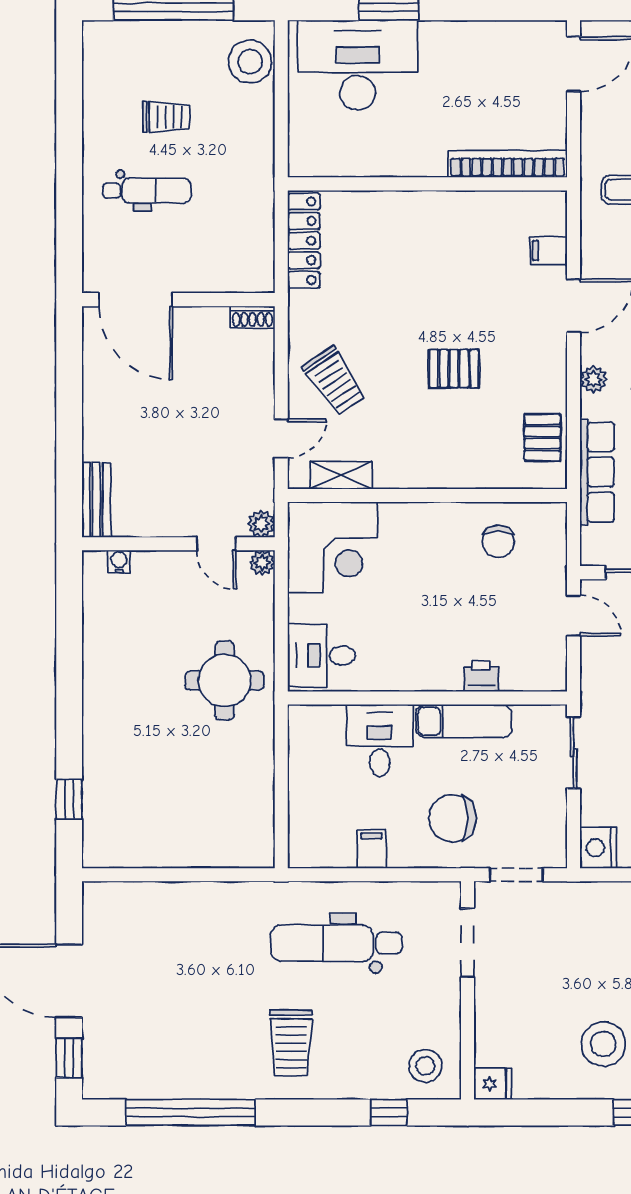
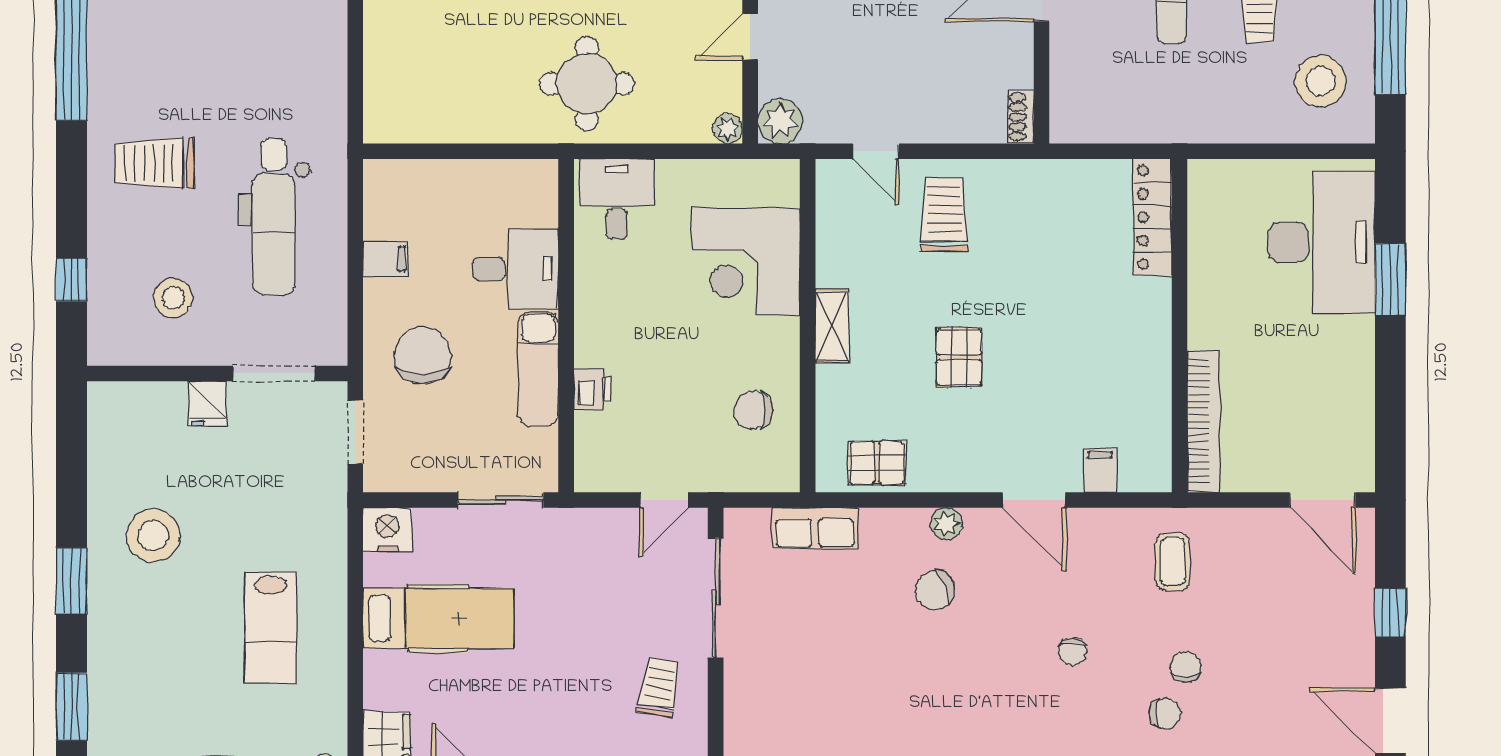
stool: (250, 62) -> (1321, 81), moved
locker: (304, 241) -> (1152, 217), moved, turned 90
trolley: (335, 381) -> (944, 215), turned 124
row of seats: (597, 472) -> (815, 528), width x0.68
shelving: (341, 475) -> (832, 326), moved
plant: (261, 524) -> (780, 121), width x1.38, depth x1.38
door: (216, 544) -> (750, 37), moved
corner desk: (333, 547) -> (746, 262), moved
dental chair: (336, 943) -> (274, 217), turned 180
stool: (425, 1066) -> (173, 298), moved
fridge: (493, 1084) -> (207, 404), moved

